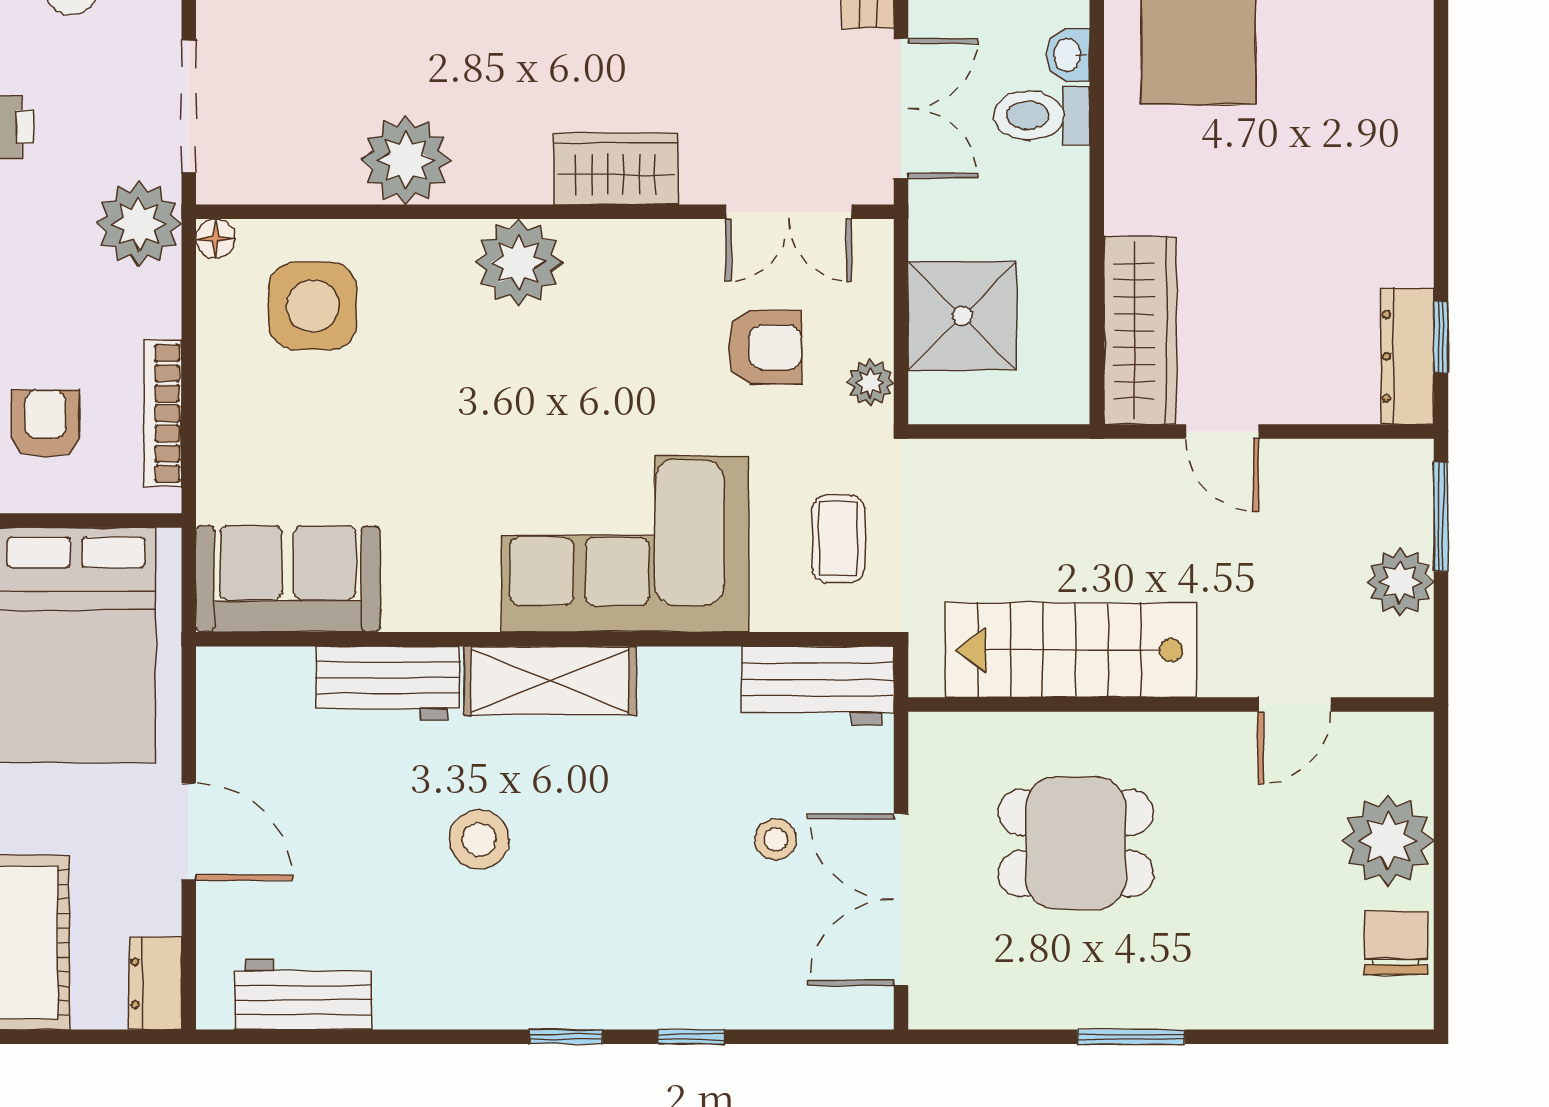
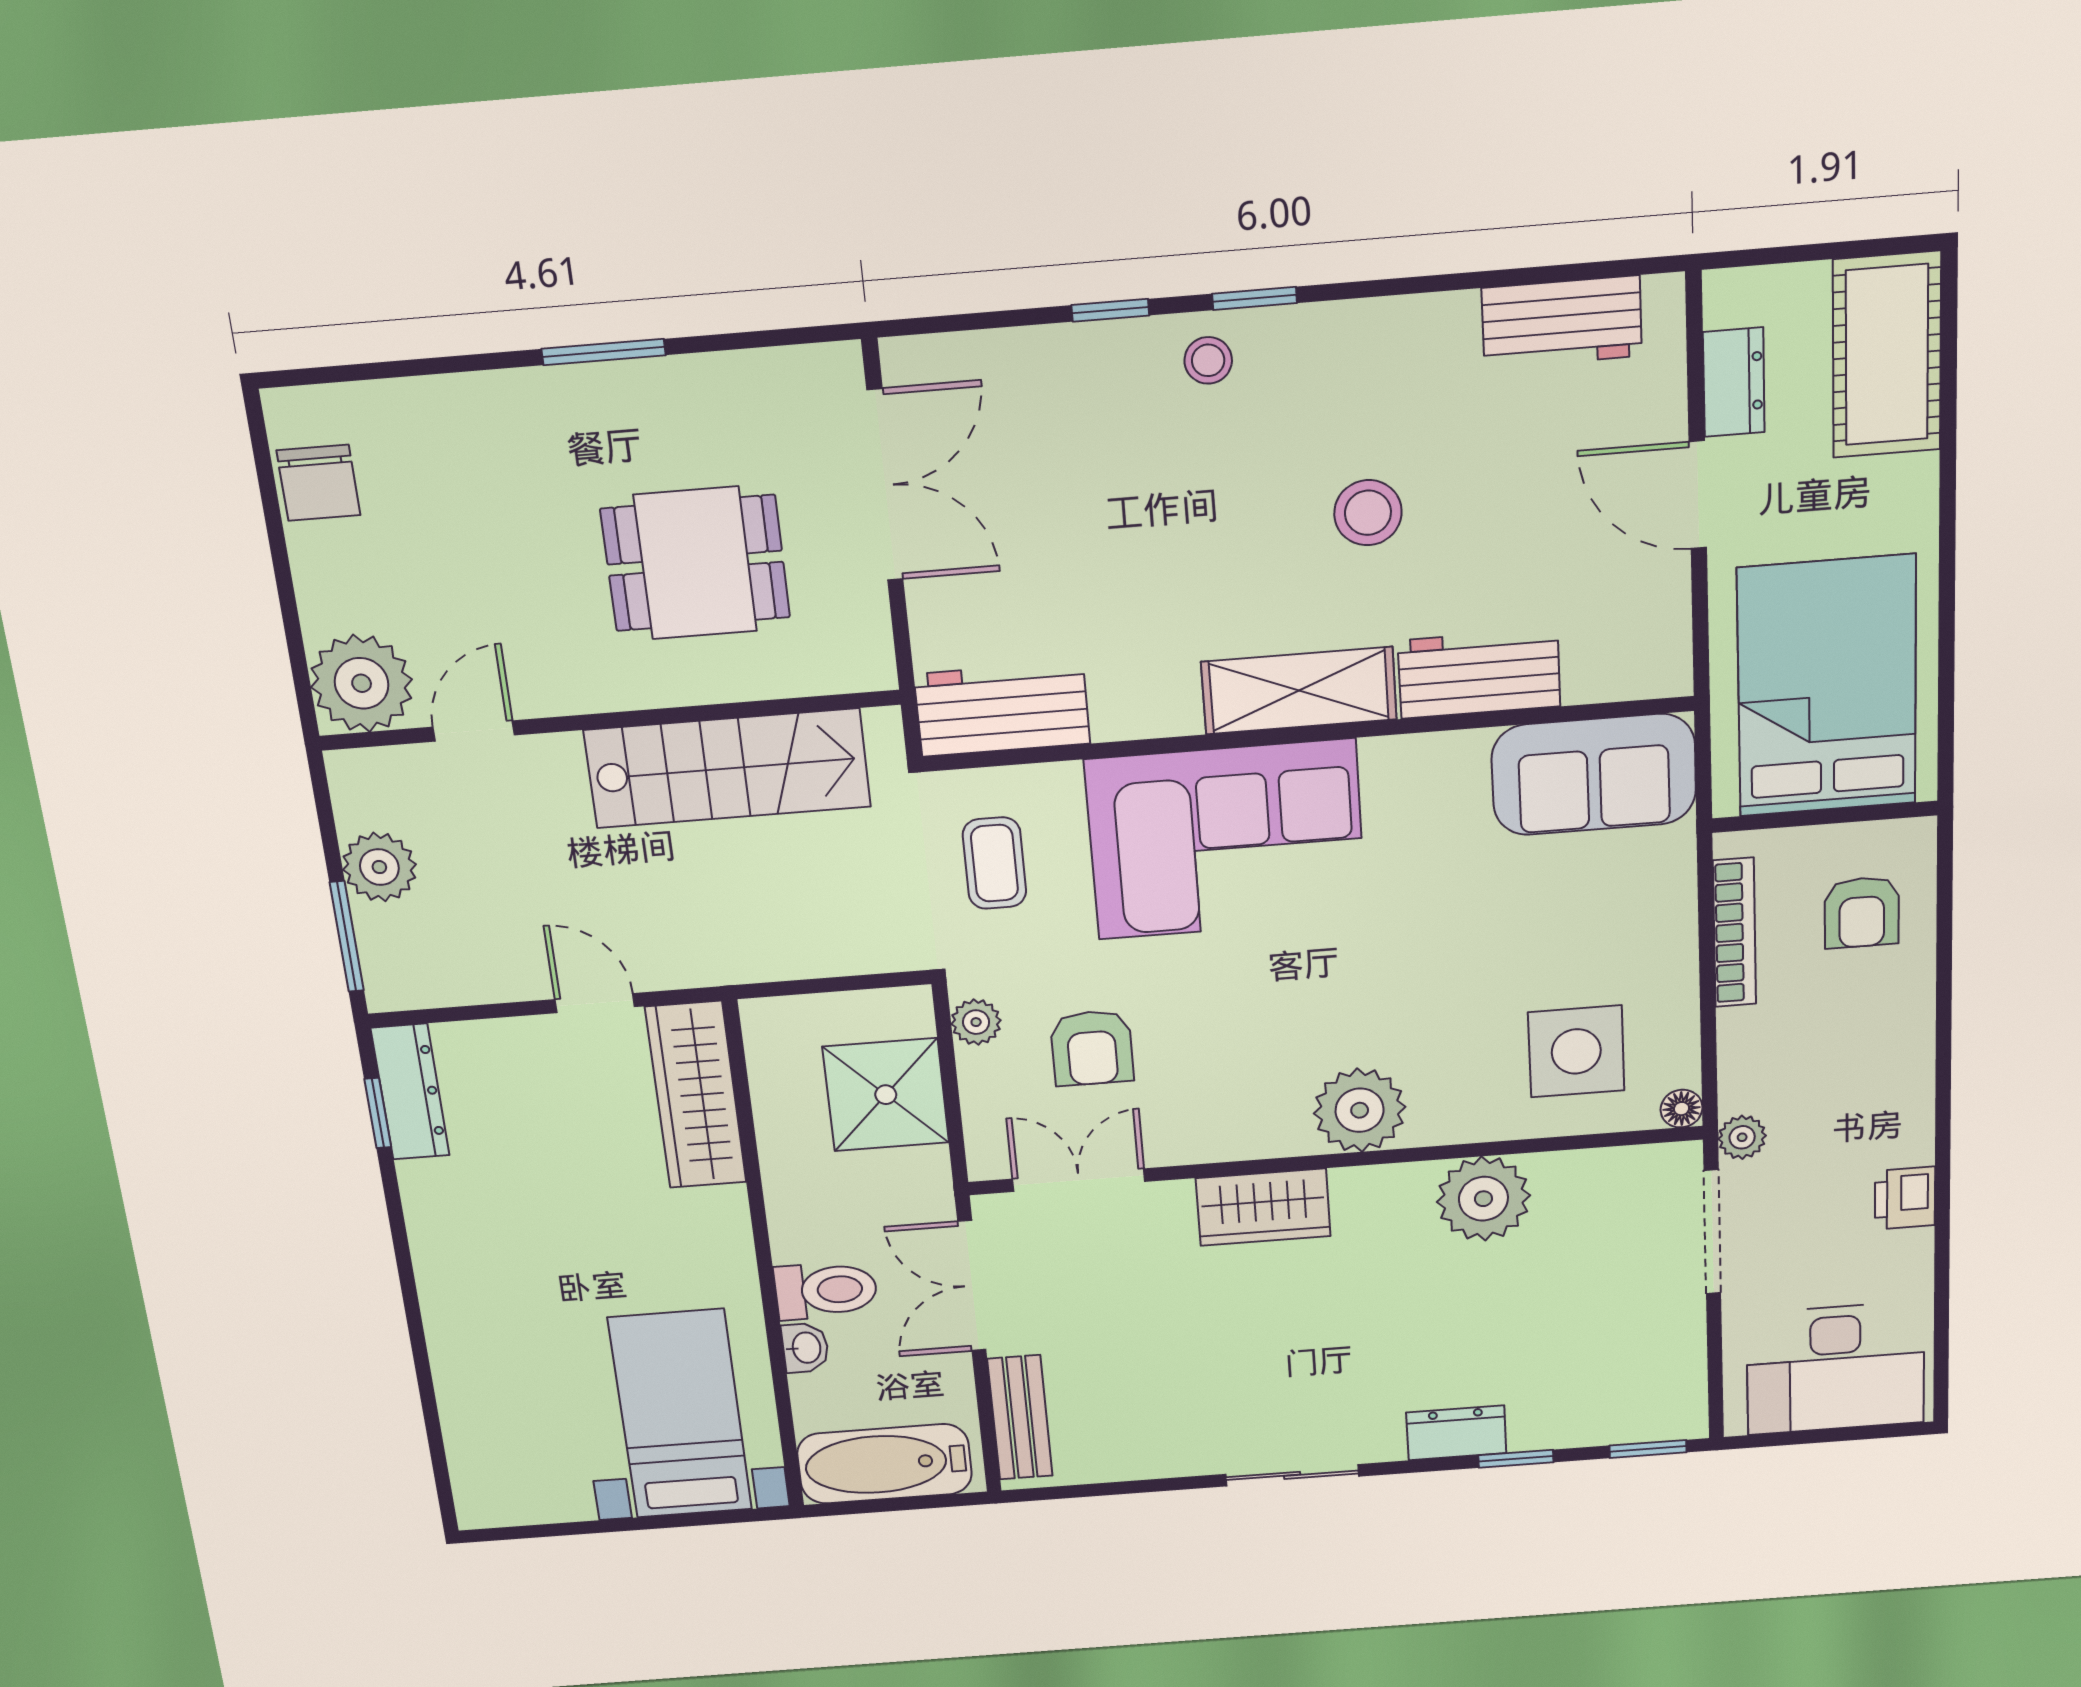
plant: (139, 224) -> (1742, 1137), width x0.53, depth x0.53
armchair: (765, 347) -> (1092, 1048), turned -90
stool: (776, 839) -> (1208, 360), moved
plant: (1388, 841) -> (362, 683), moved
dresser: (155, 983) -> (1734, 382), moved

